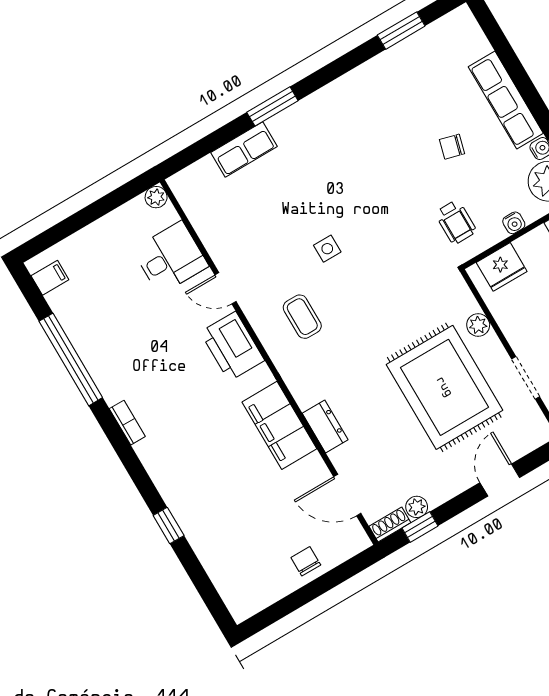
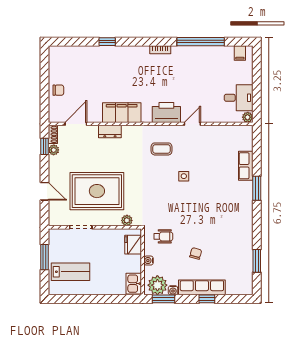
window: (521, 79) -> (207, 299), added
wheelchair: (456, 222) -> (163, 236), turned 180
desk: (170, 258) -> (239, 98), moved, turned -90
plant: (478, 325) -> (127, 220), moved

